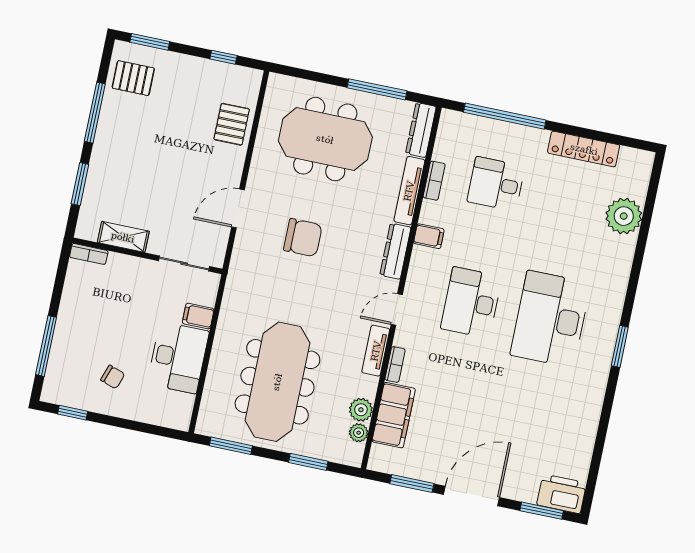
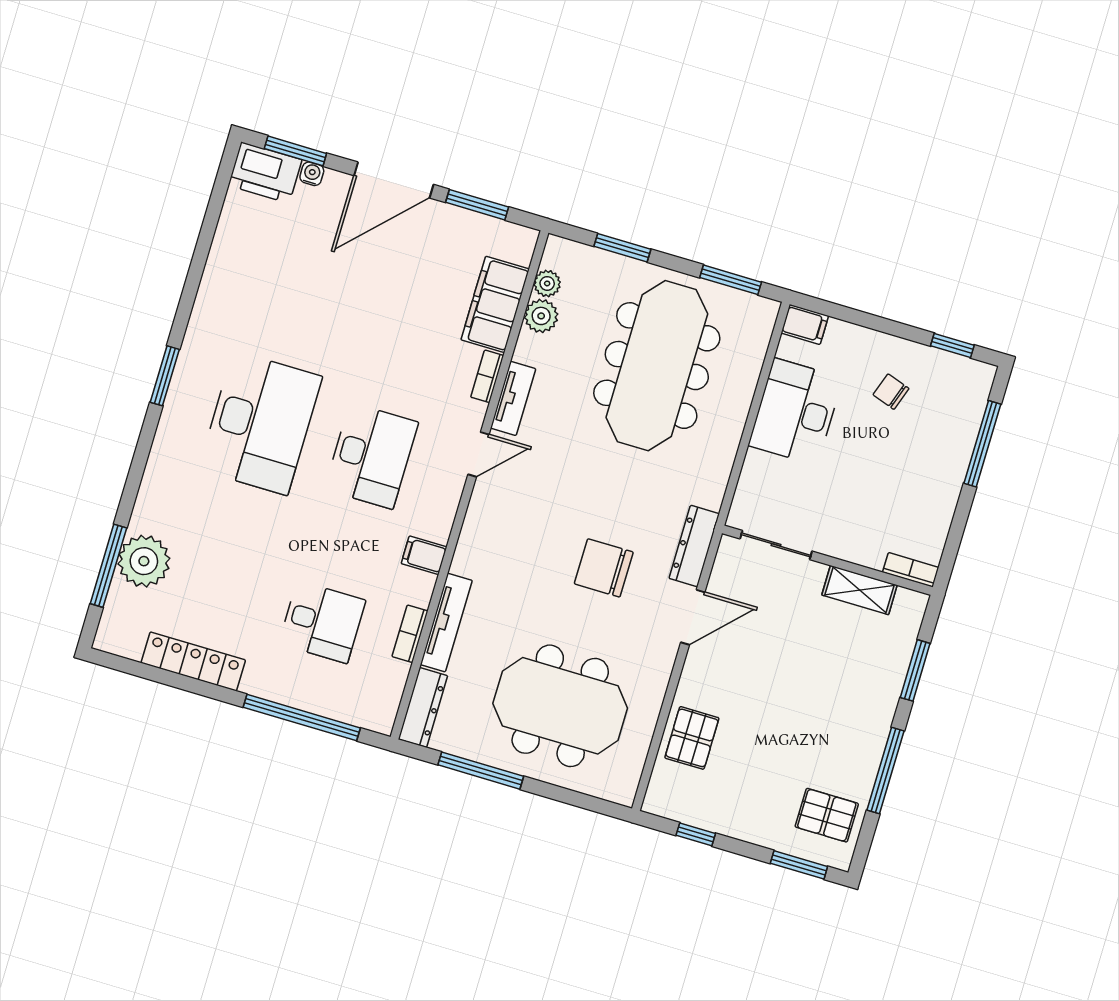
window: (648, 211) -> (108, 566), added
dresser: (395, 251) -> (694, 546), moved, turned 180
filing cabinet: (198, 316) -> (805, 324), moved
water cooler: (529, 496) -> (312, 174), added

